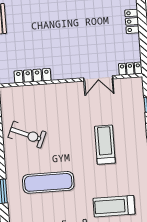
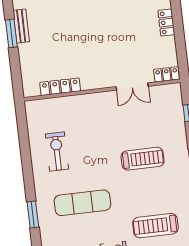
exercise bike: (27, 135) -> (57, 151), turned -113
treadmill: (105, 145) -> (143, 159), turned 90

